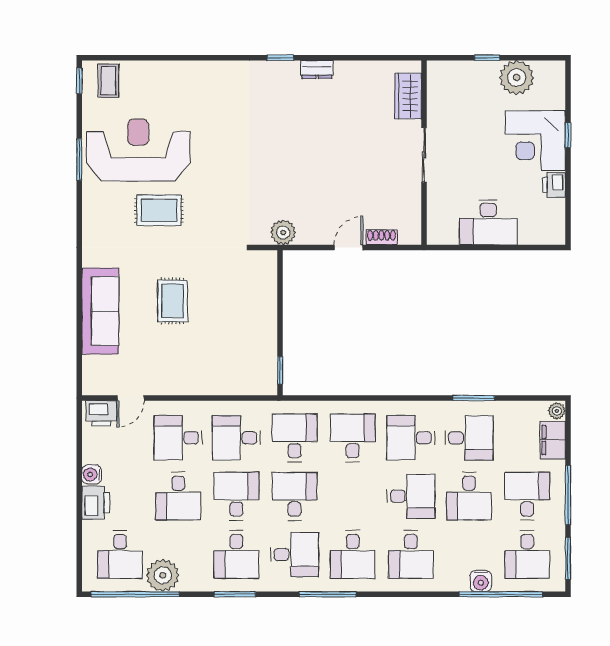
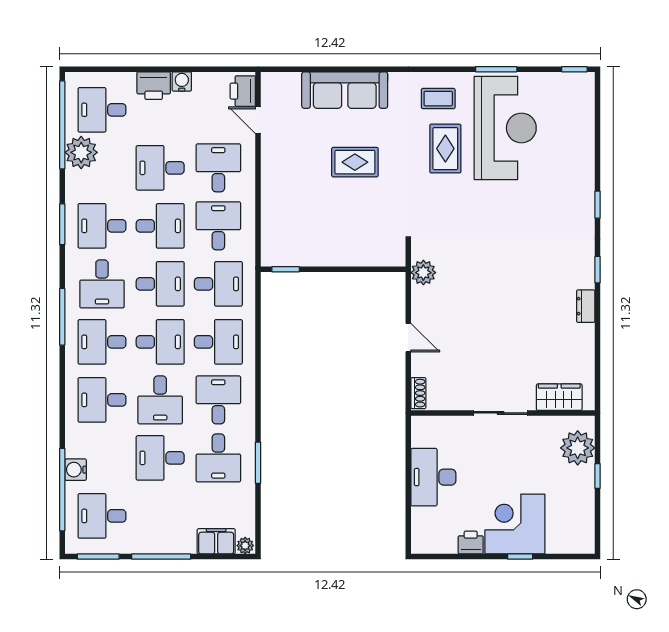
window: (215, 58) -> (597, 205), added
plant: (517, 78) -> (578, 448), moved
coffee table: (108, 81) -> (438, 99), moved
shoe rack: (381, 237) -> (418, 393), moved
desk: (527, 496) -> (160, 342), moved

